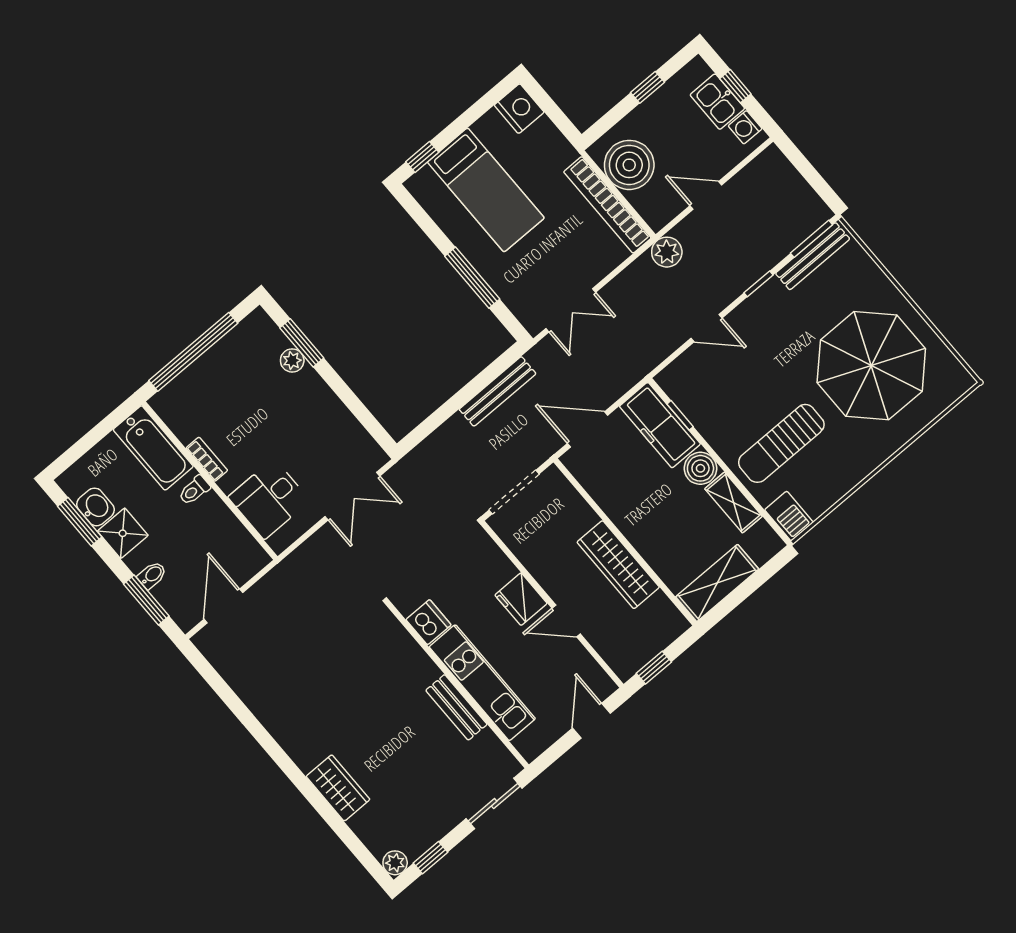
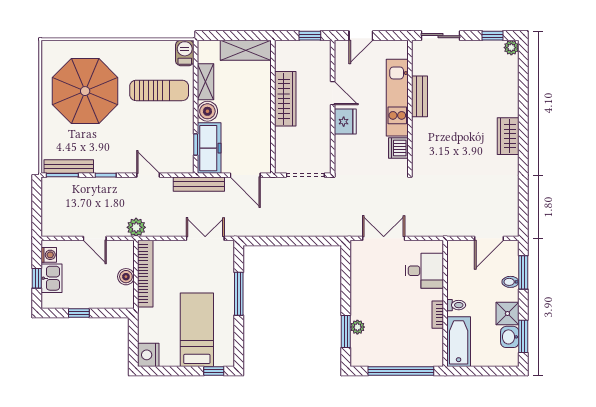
boiler: (629, 165) -> (126, 277), width x0.54, depth x0.54
bench: (498, 391) -> (199, 184), moved
wardrobe: (338, 788) -> (508, 136), moved

